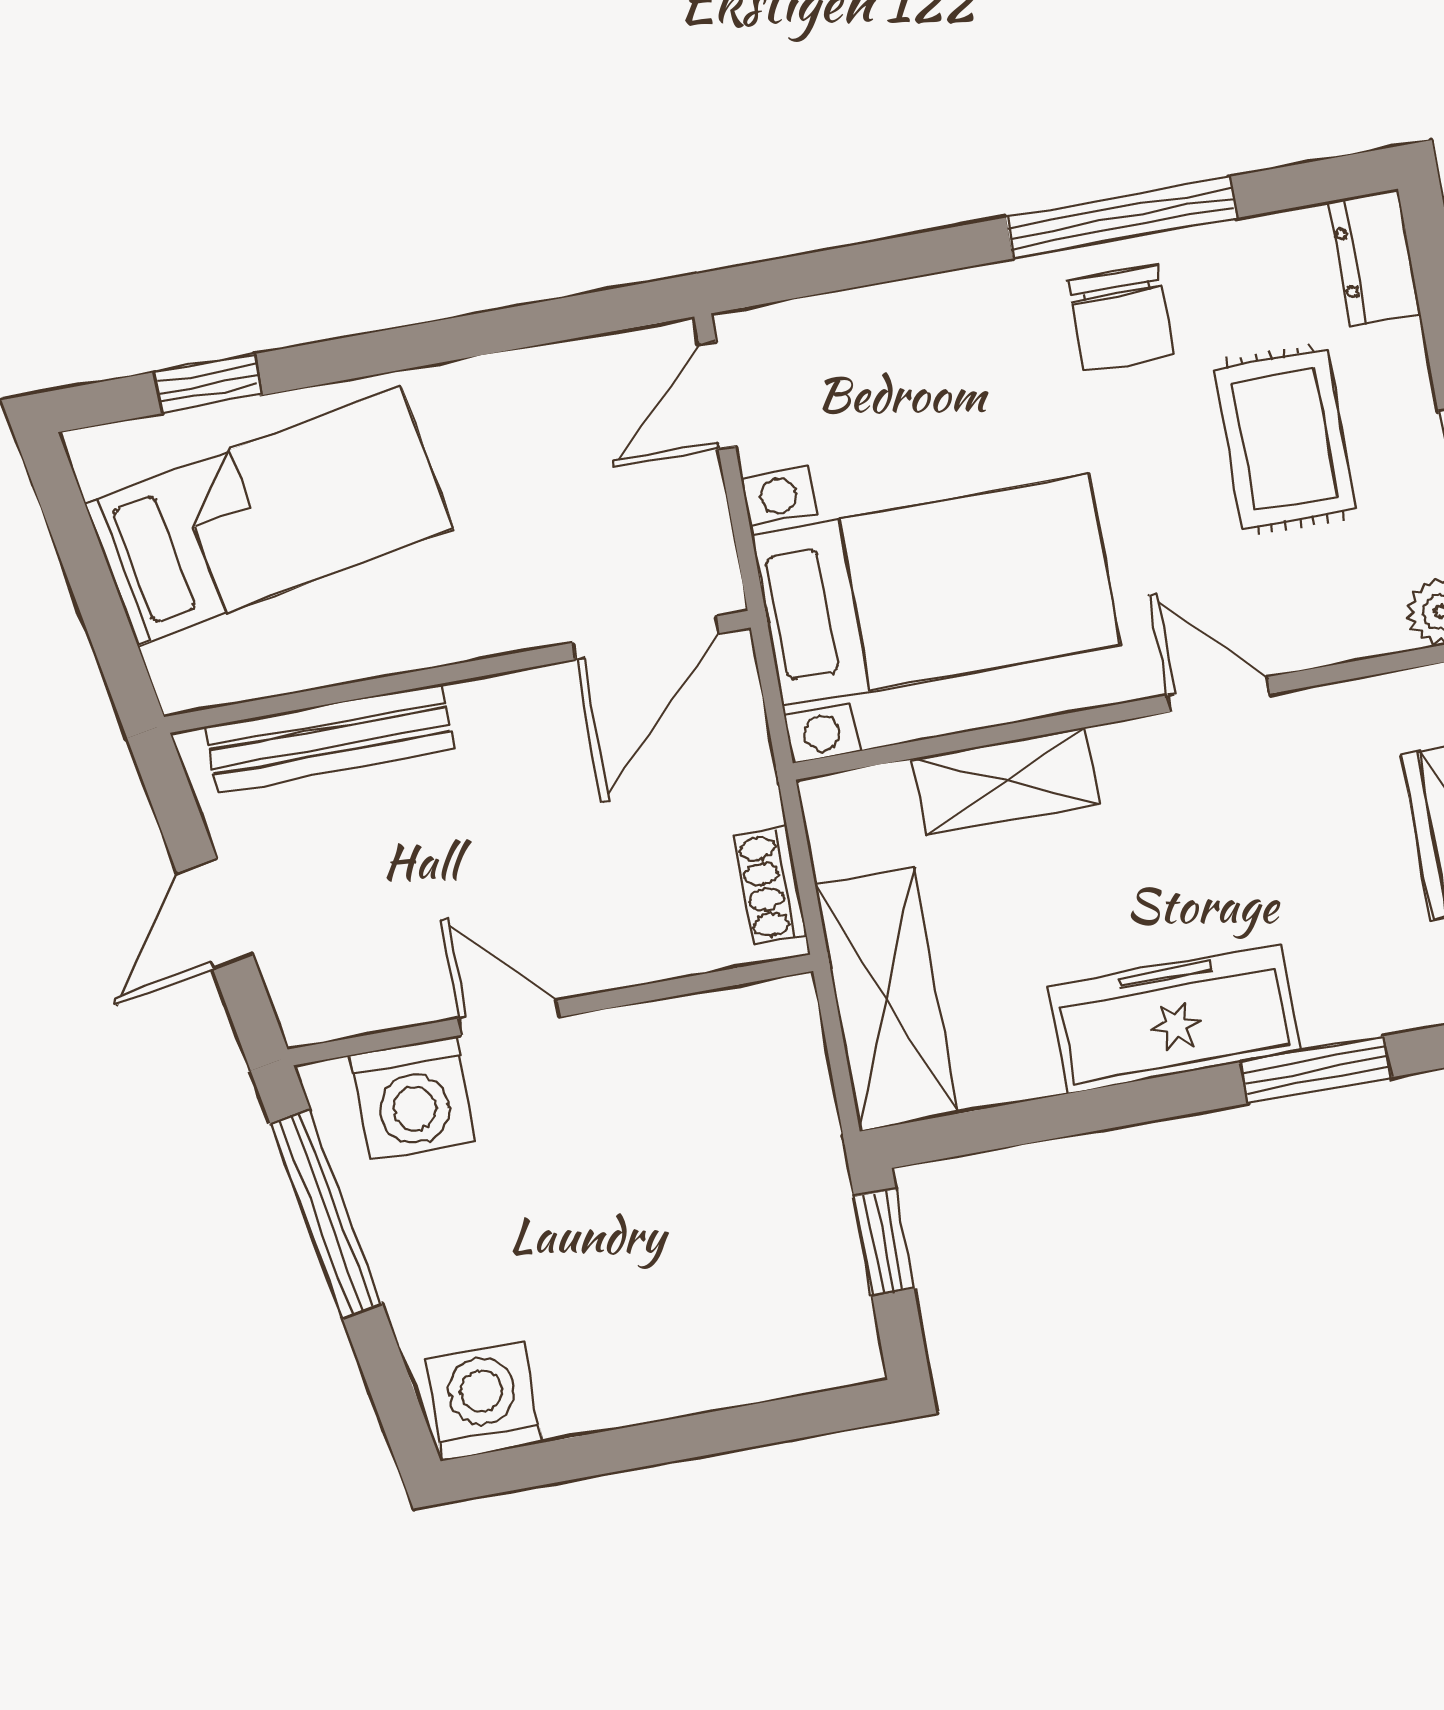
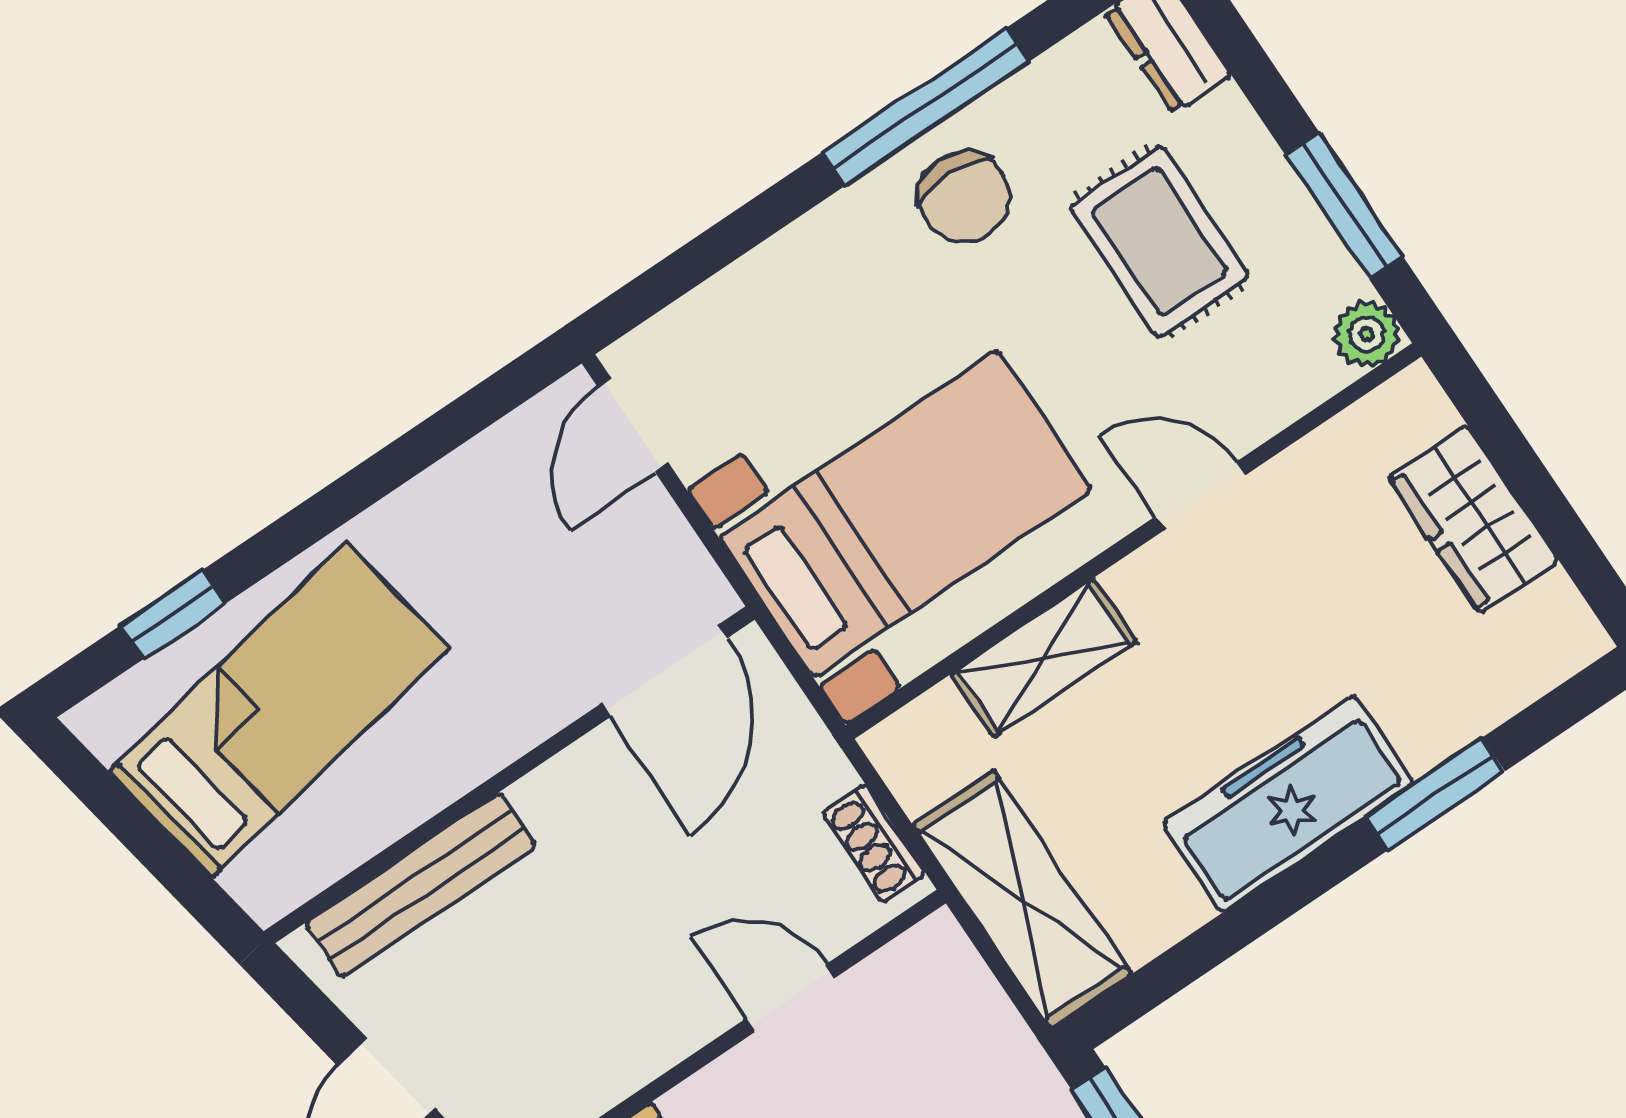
door: (509, 1018) -> (791, 998), moved

